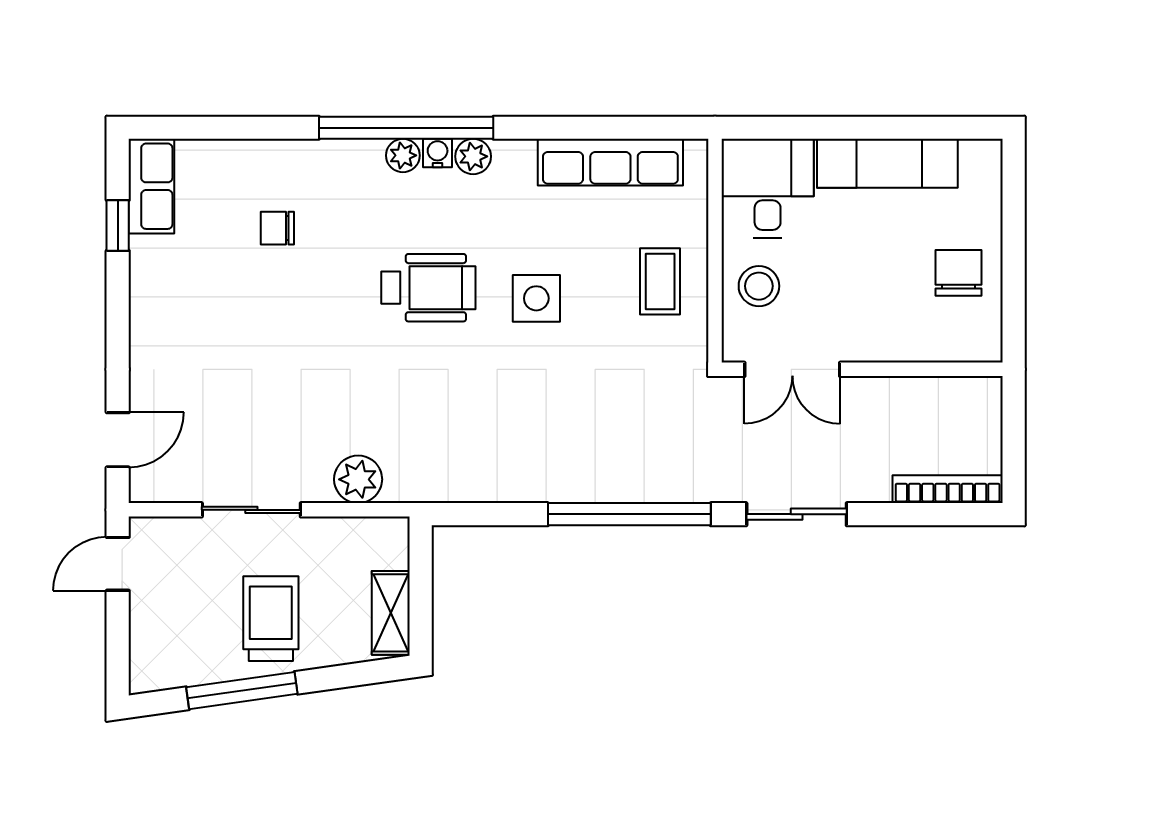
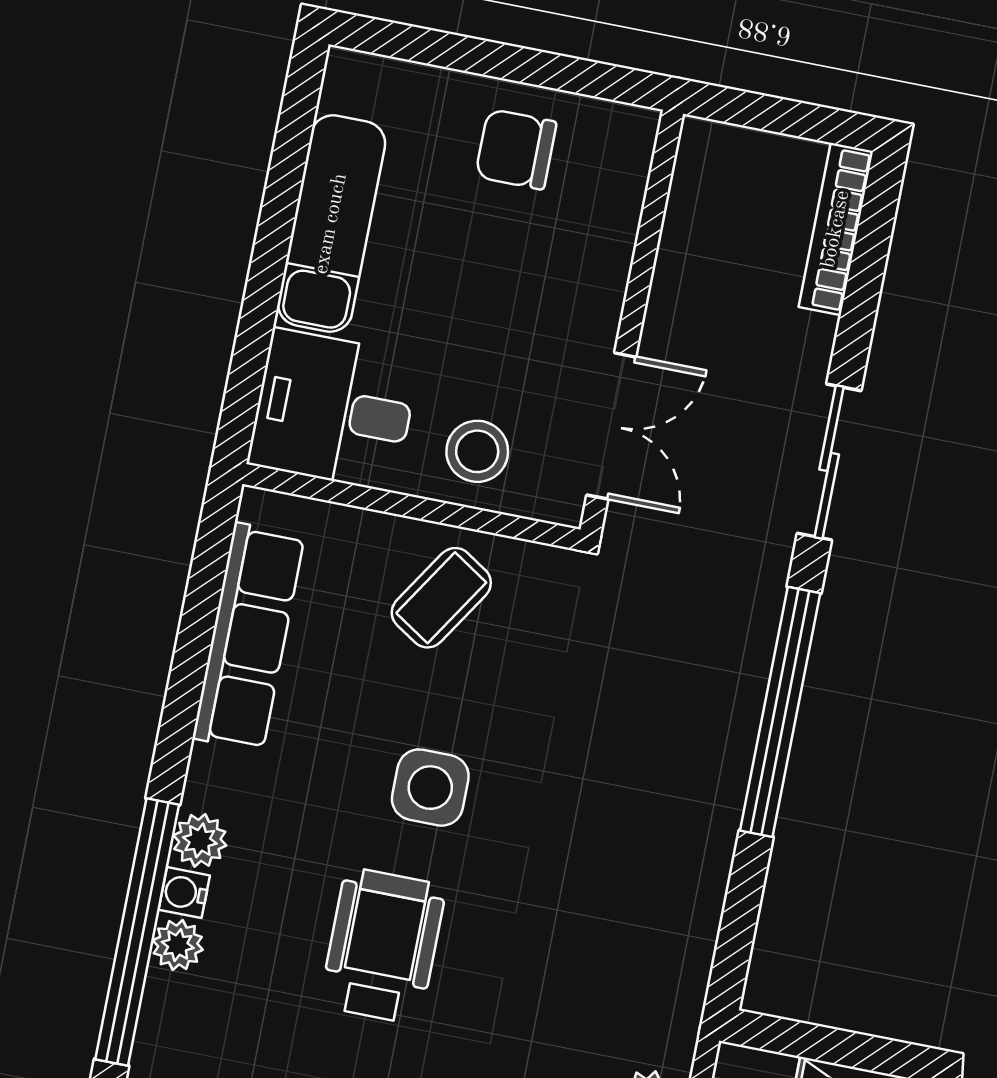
coffee table: (660, 281) -> (441, 598), turned -57

